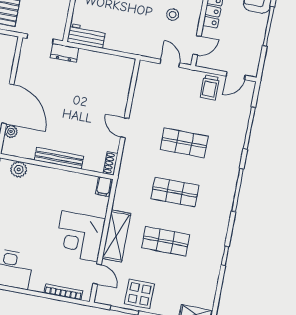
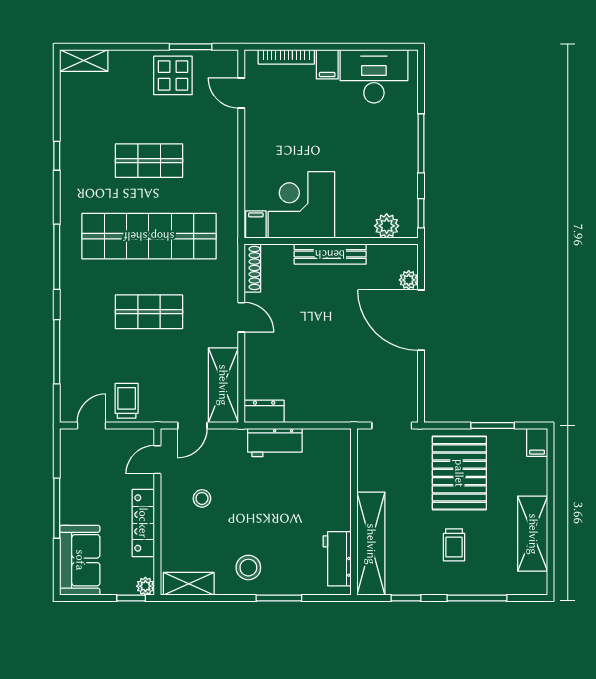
workbench: (86, 36) -> (275, 443), moved
dresser: (65, 53) -> (264, 411), moved
door: (170, 63) -> (192, 426), hinge flipped
shoe rack: (111, 163) -> (252, 268), width x1.43
shop shelf: (175, 192) -> (149, 236), width x2.00, depth x1.36
corner desk: (80, 236) -> (301, 205), moved, turned -90
shelving: (116, 236) -> (223, 385), moved
filing cabinet: (38, 282) -> (327, 64), added

